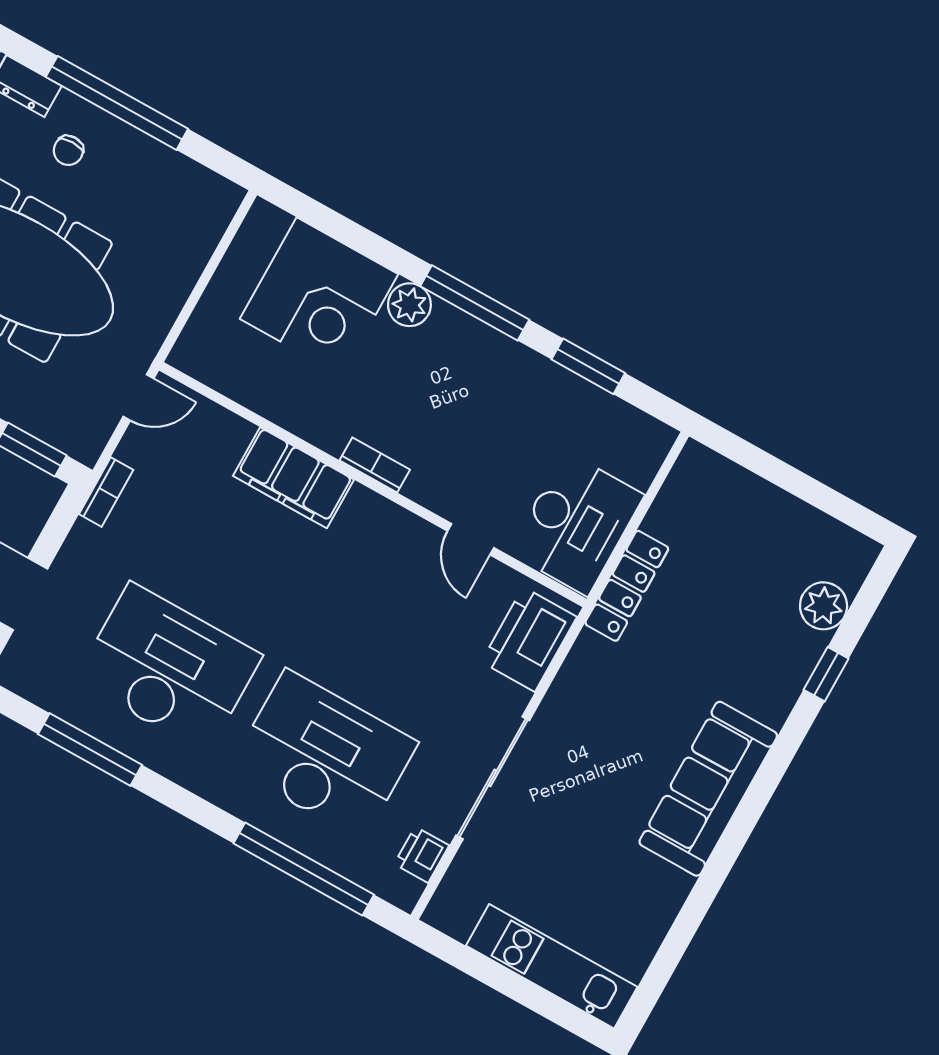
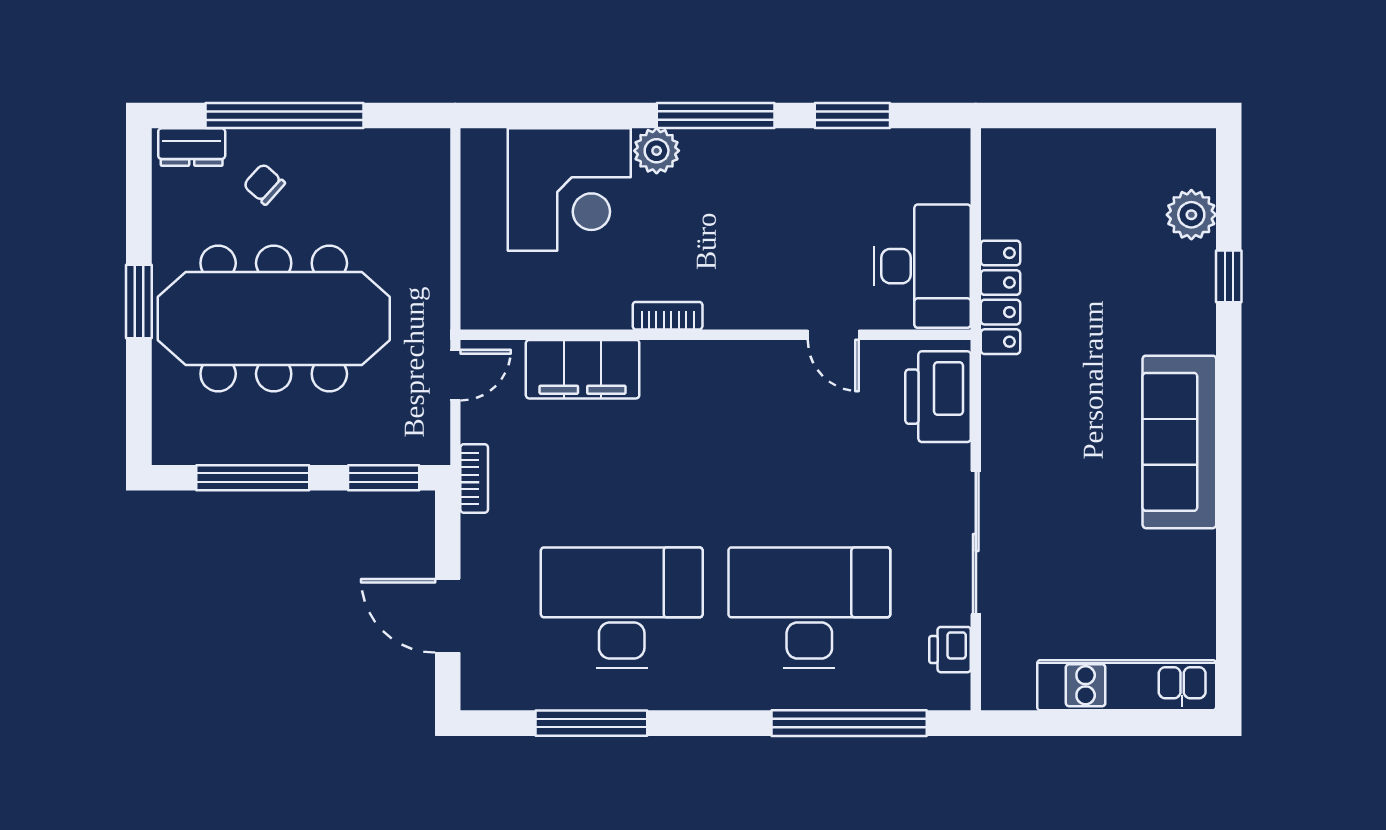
chair: (68, 150) -> (264, 184), turned 132
bookcase: (375, 465) -> (668, 316), moved
filing cabinet: (293, 478) -> (583, 369), moved

